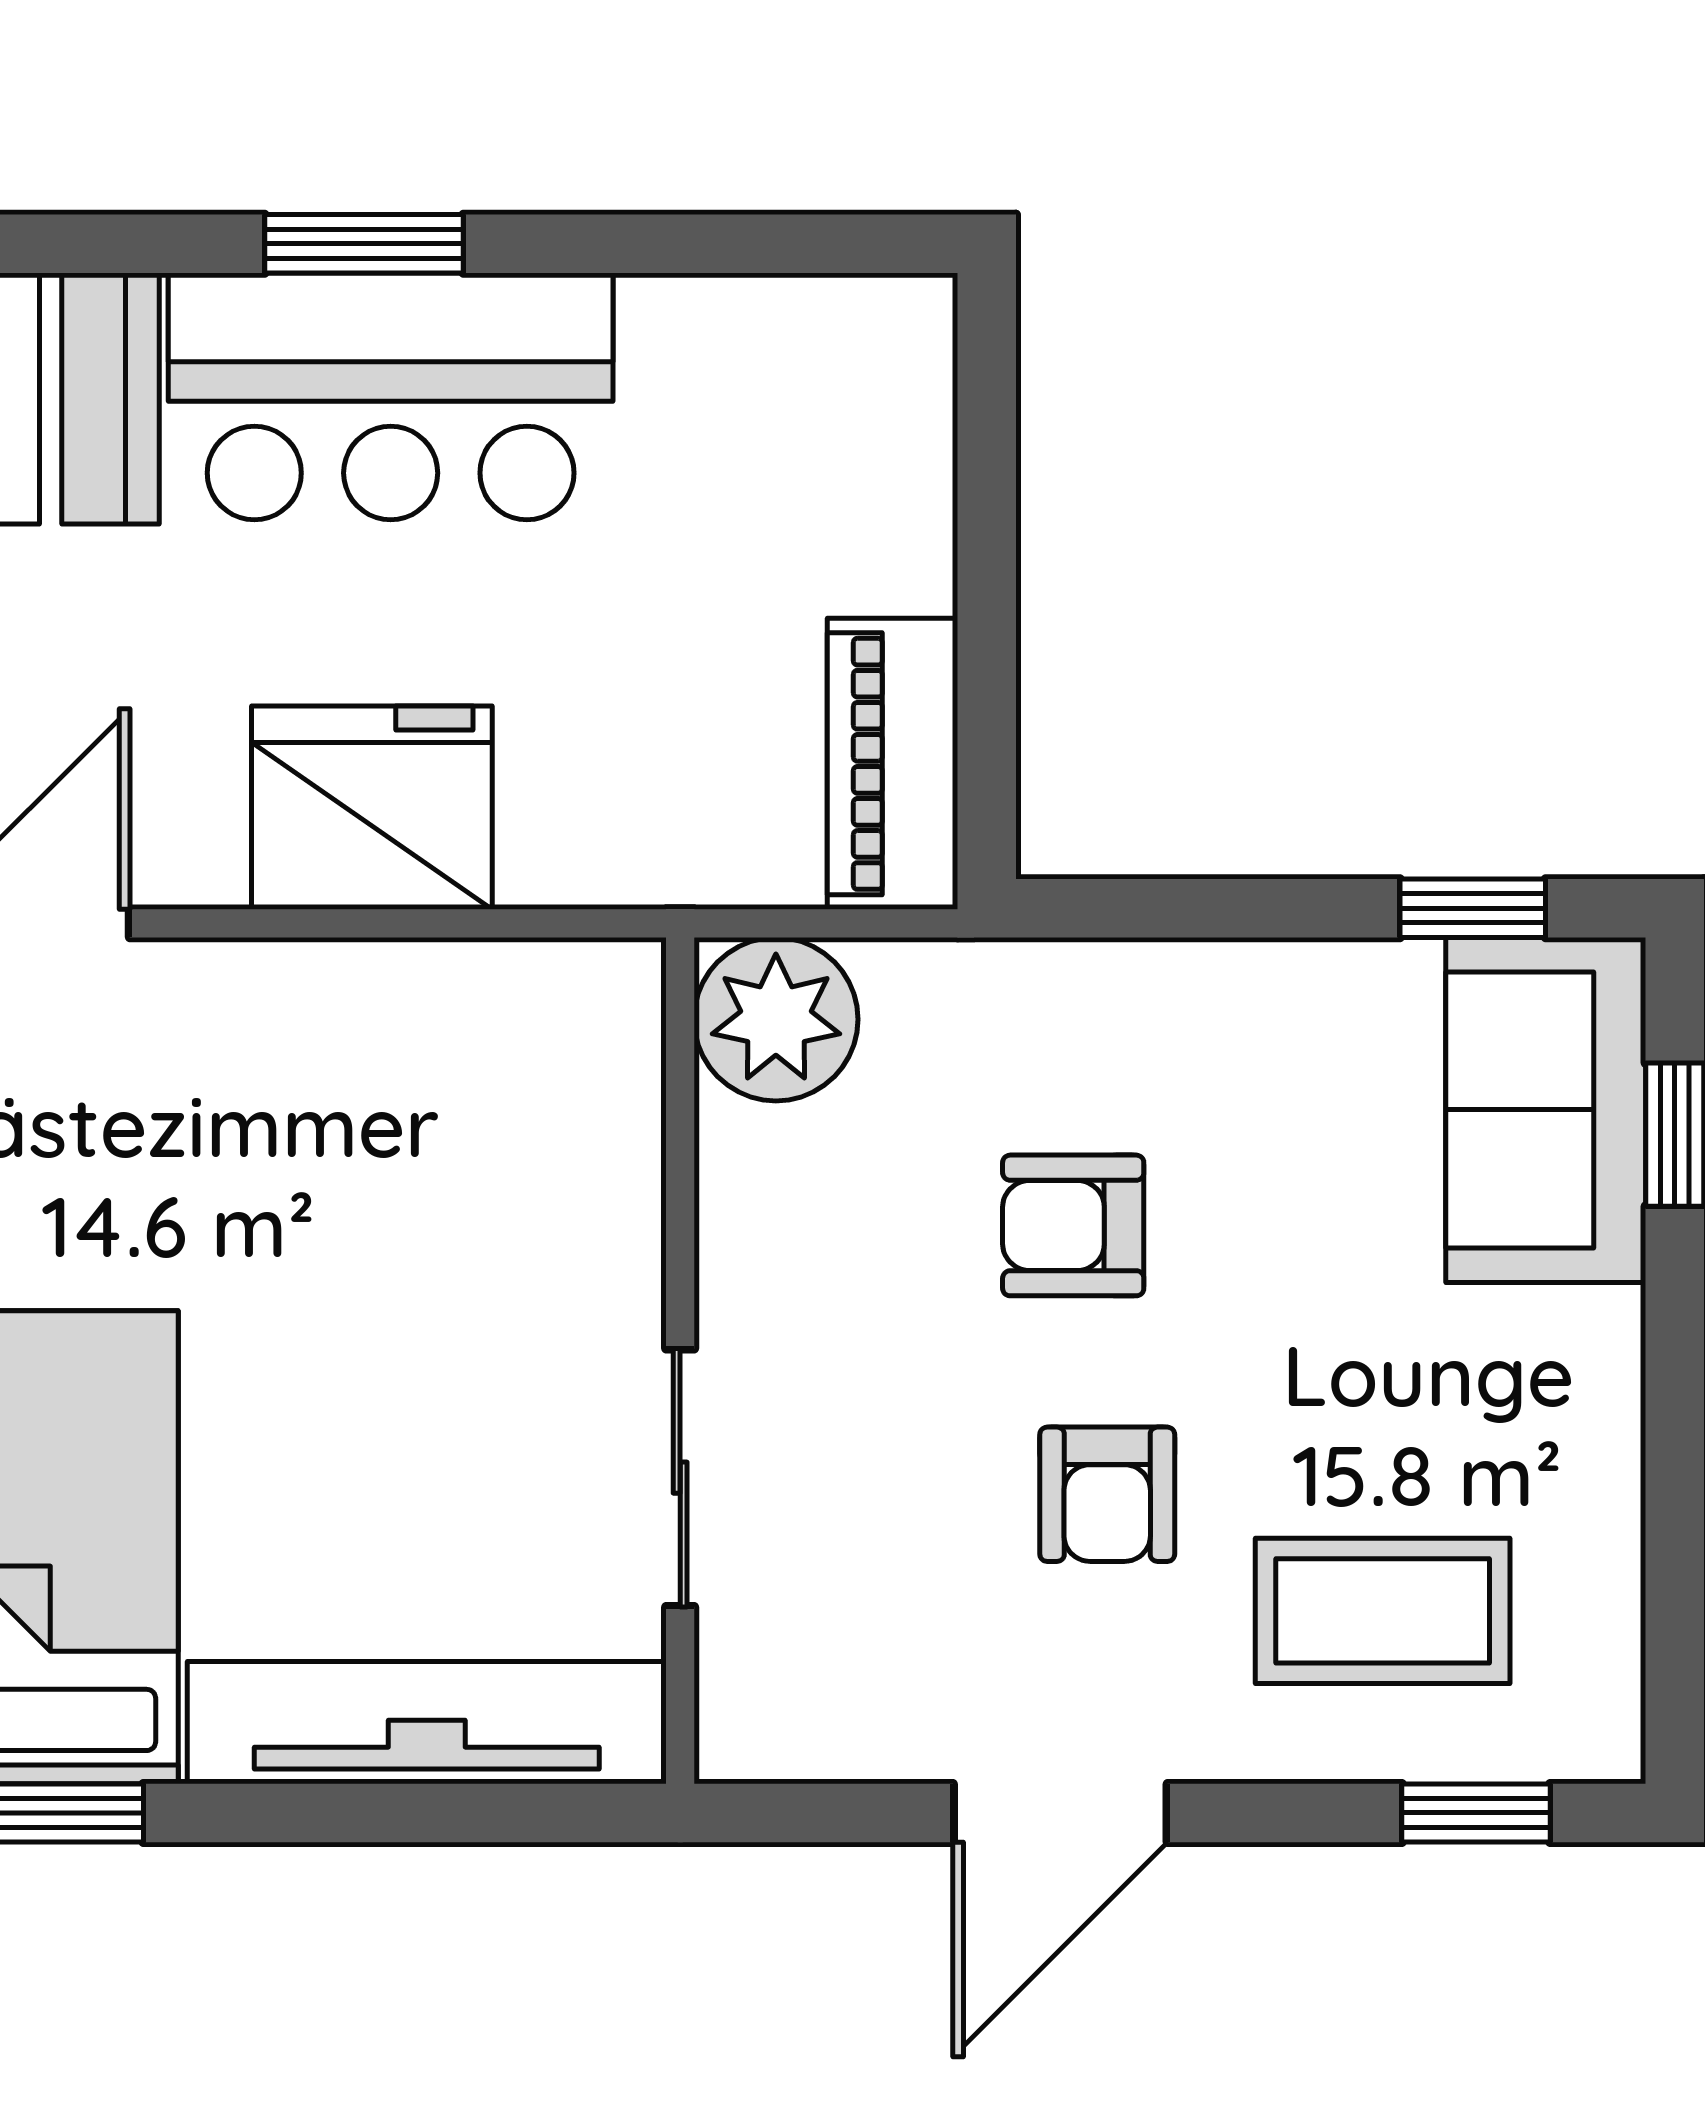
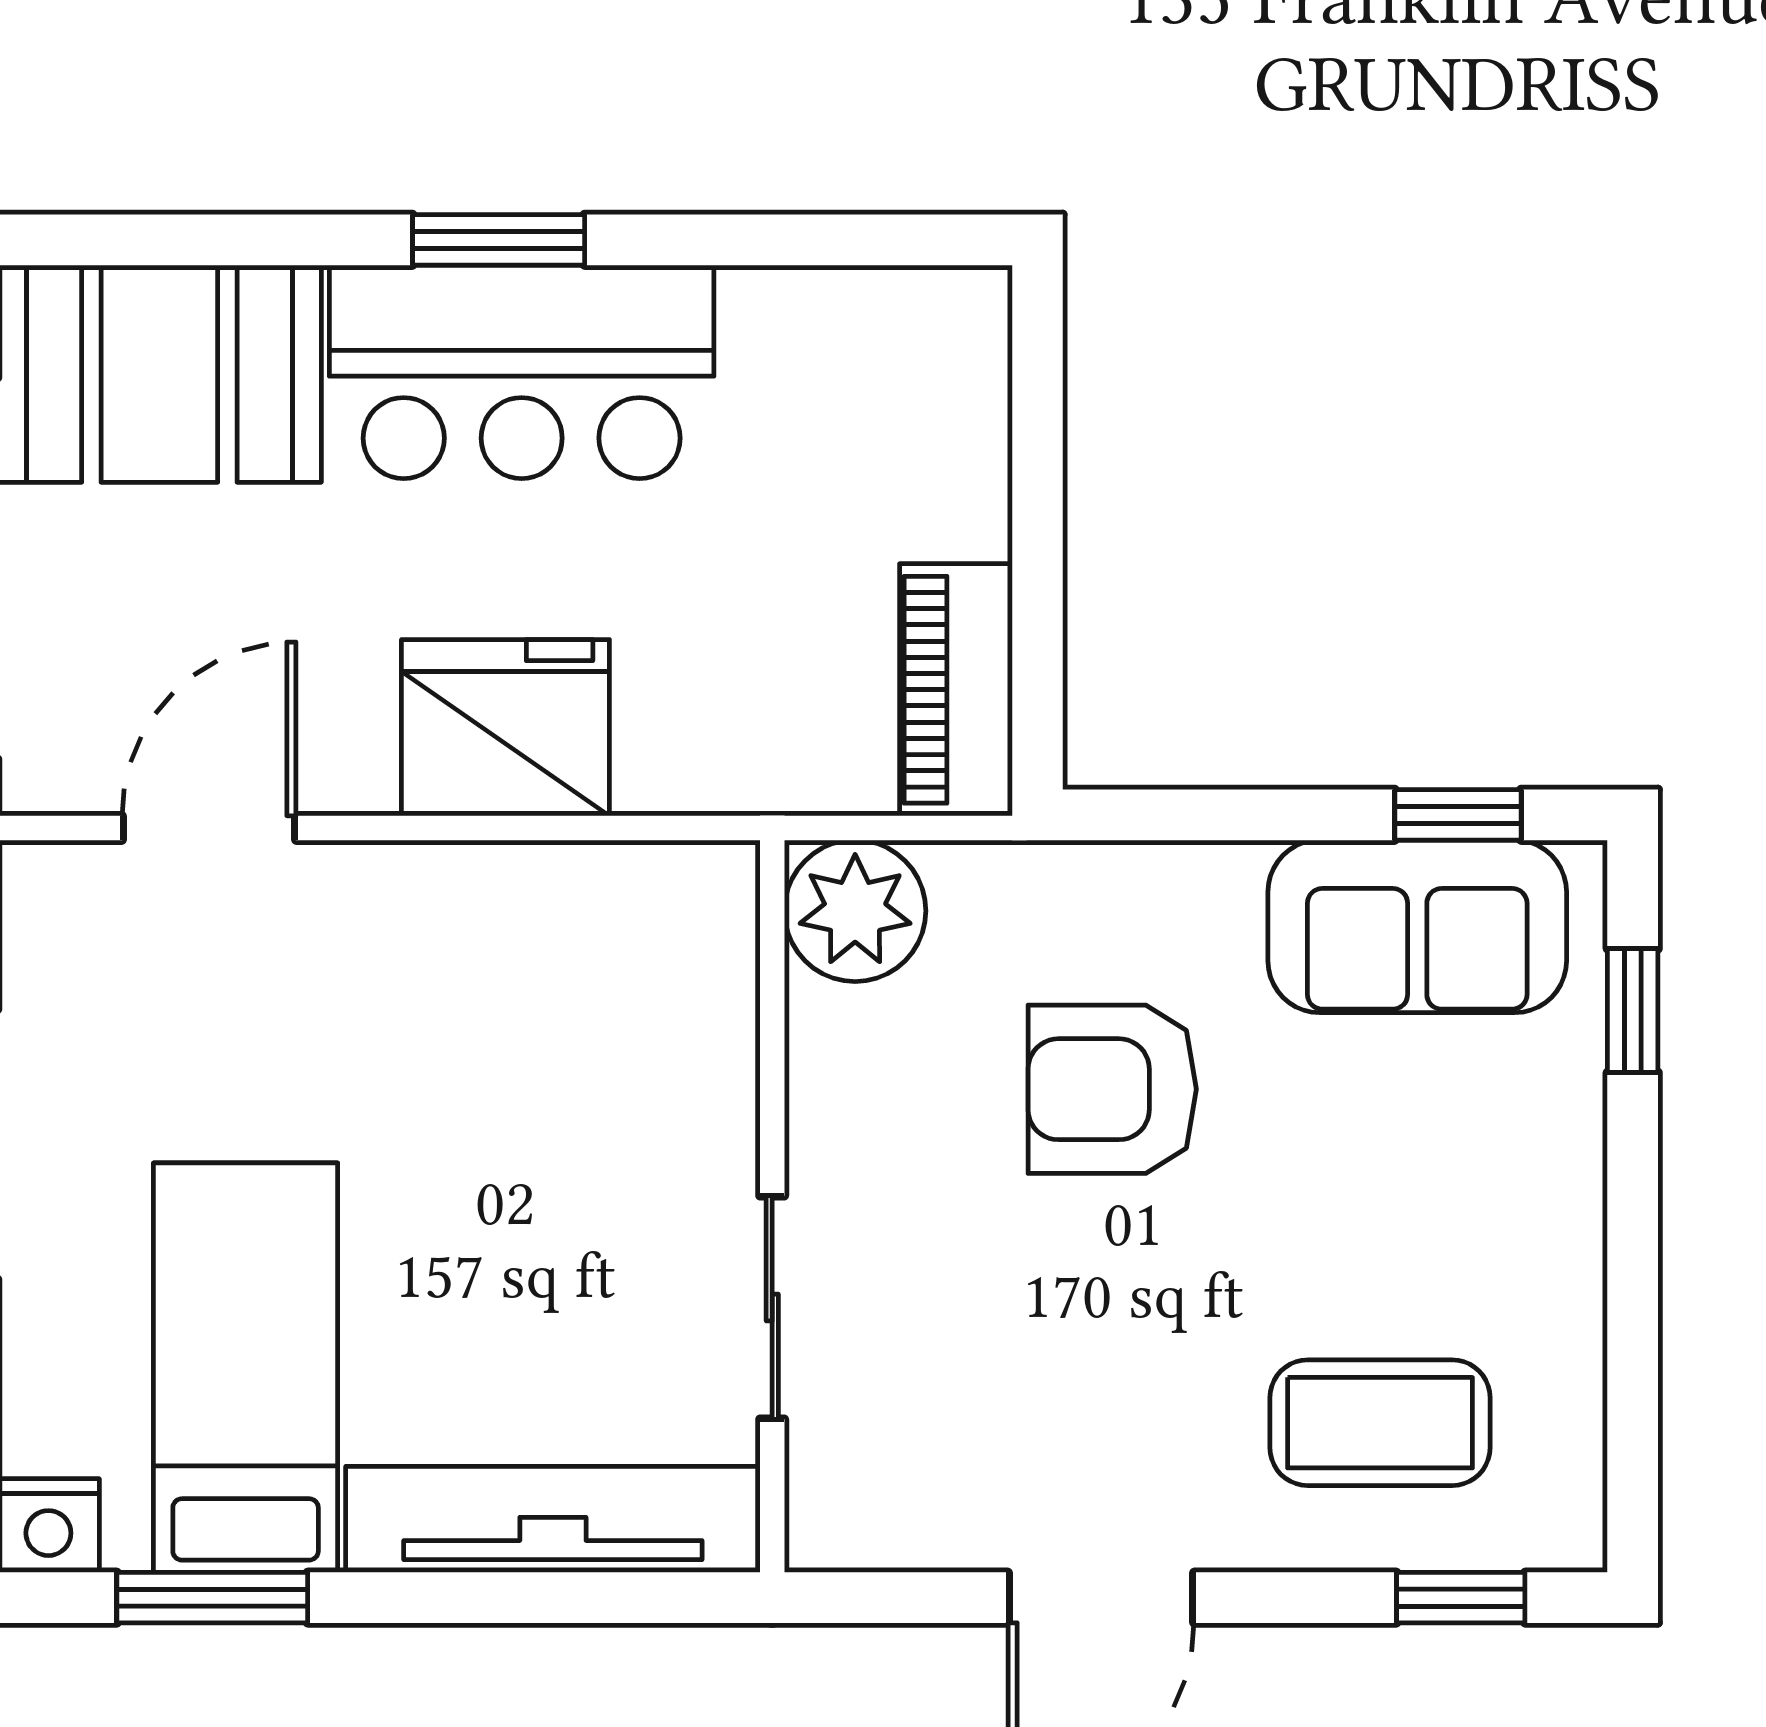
sofa: (1546, 1110) -> (1417, 926), moved, turned -90
armchair: (1073, 1225) -> (1112, 1089), width x1.38, depth x1.38
armchair: (1107, 1494) -> (1142, 1322), removed

